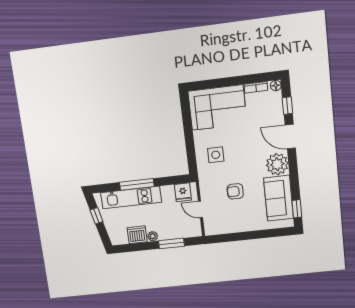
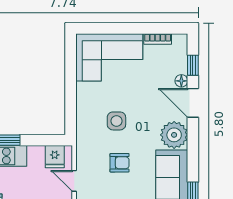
floor lamp: (276, 86) -> (181, 81), moved
side table: (216, 155) -> (116, 121), moved
armchair: (235, 191) -> (120, 163), turned 180

